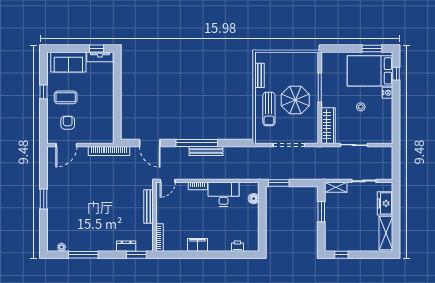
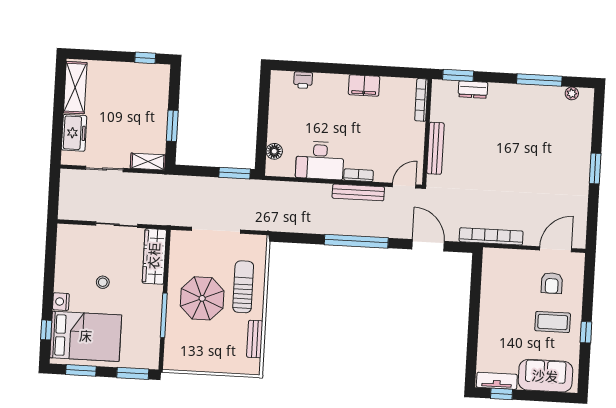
window: (338, 48) -> (133, 373), added
bench: (206, 151) -> (358, 192), moved

